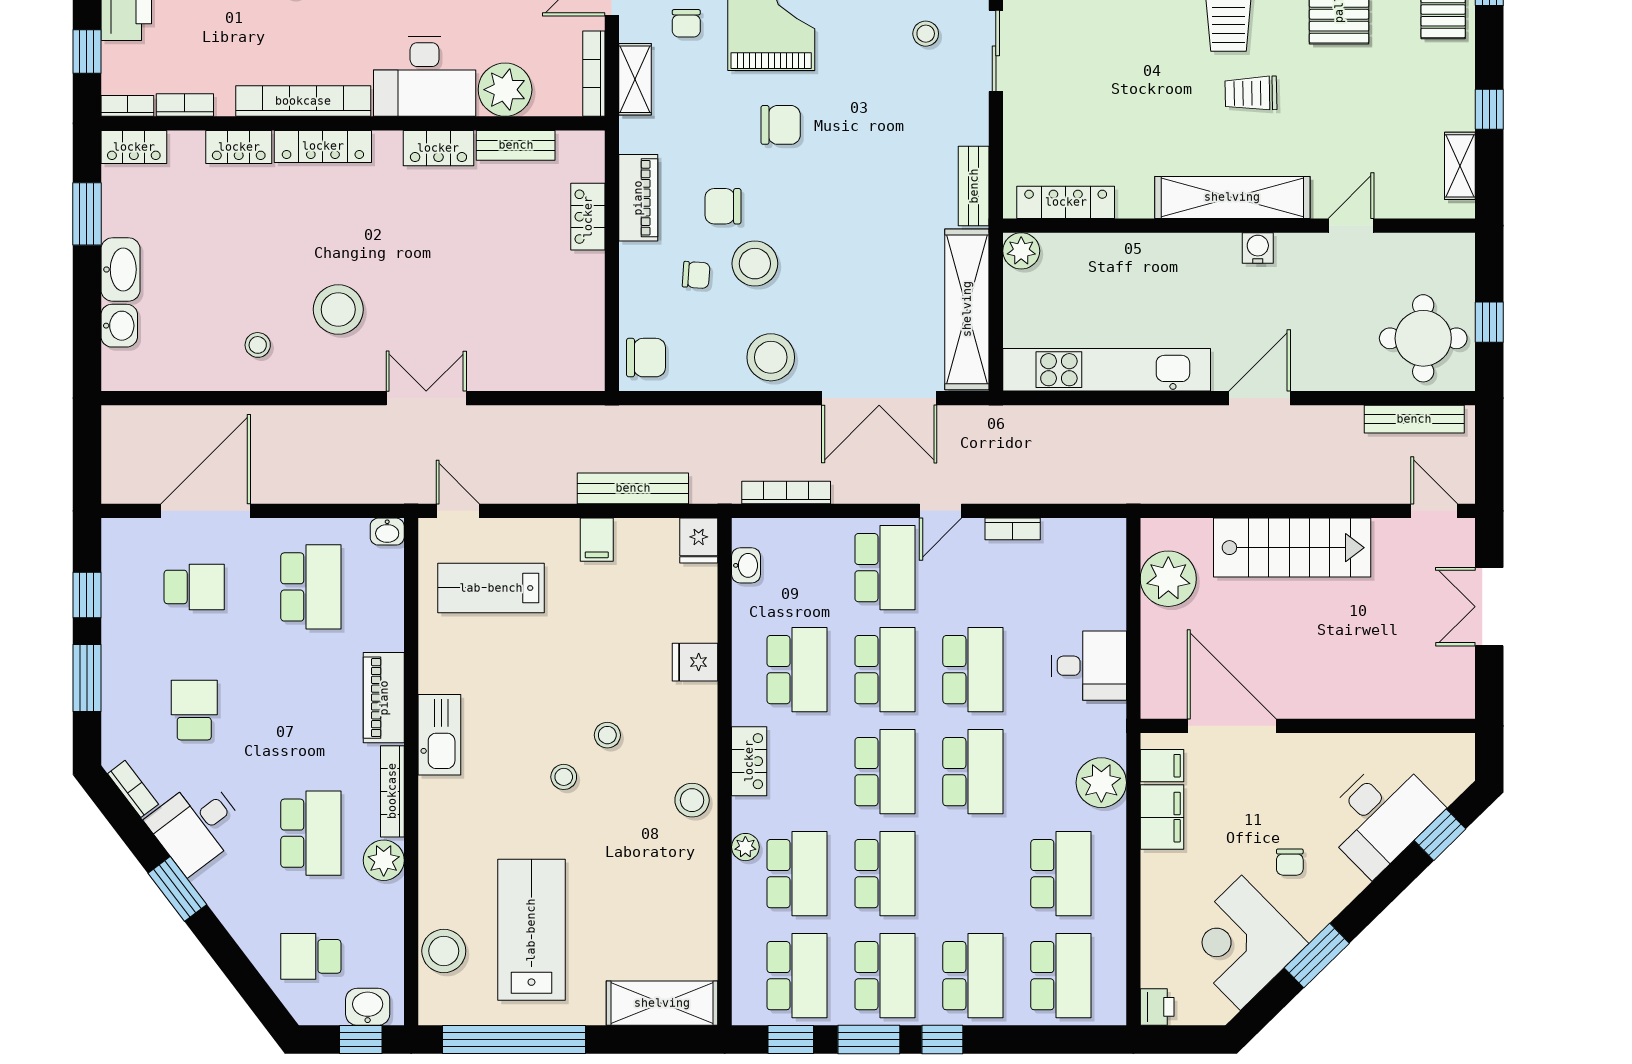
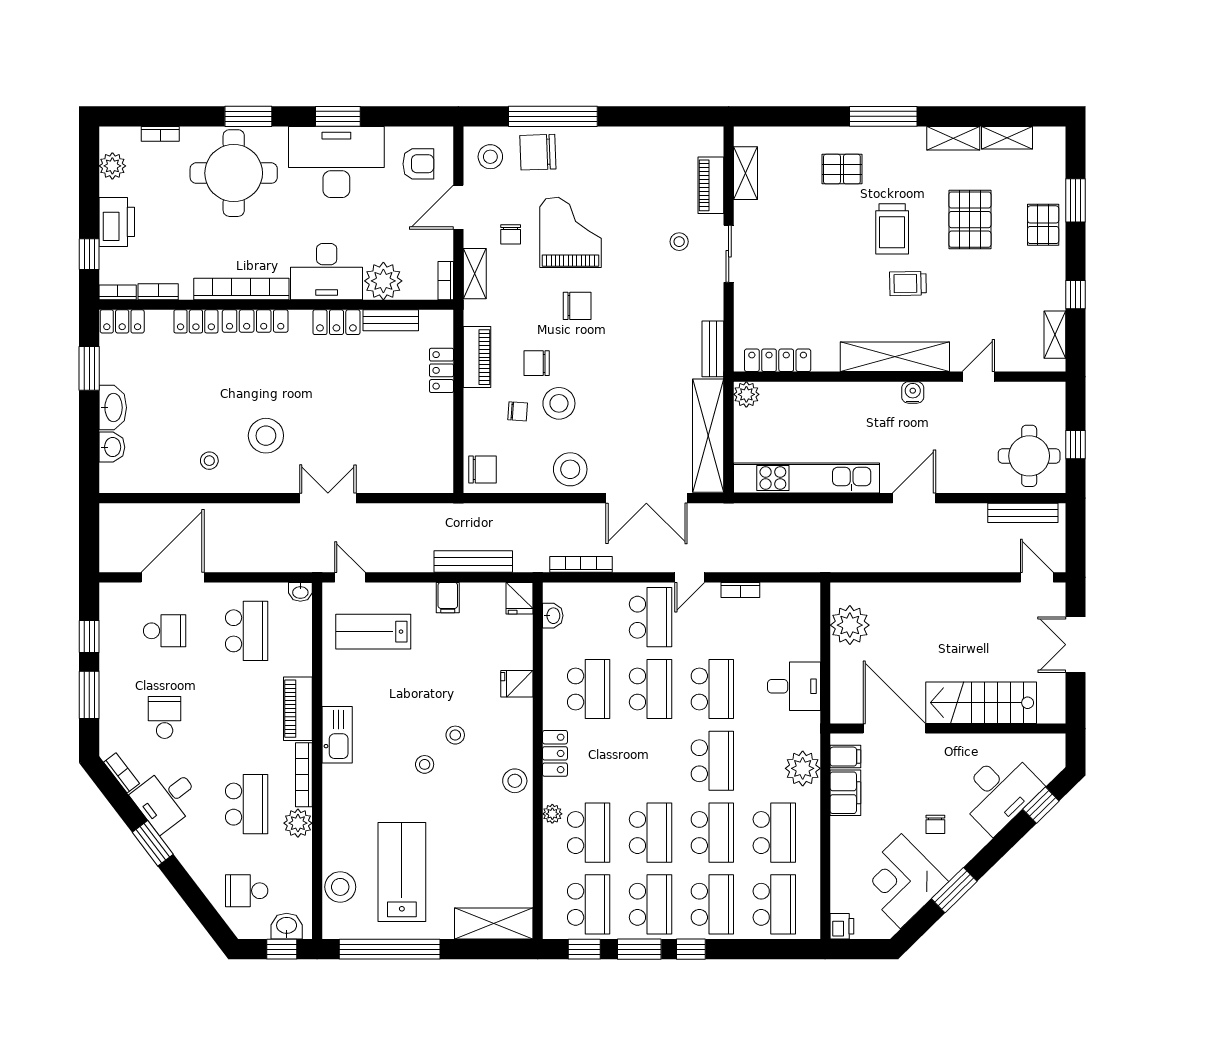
bookcase: (594, 74) -> (446, 281), width x0.64
stairs: (1292, 548) -> (981, 703), moved, turned 180
school desk: (885, 772) -> (712, 833), moved

